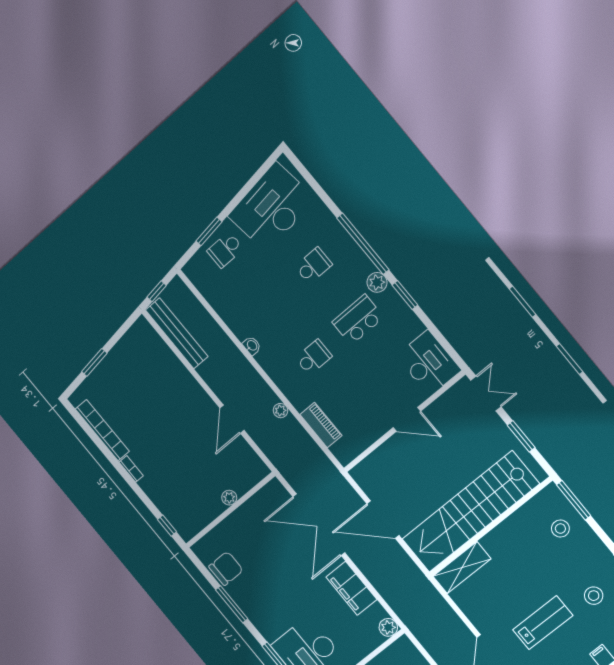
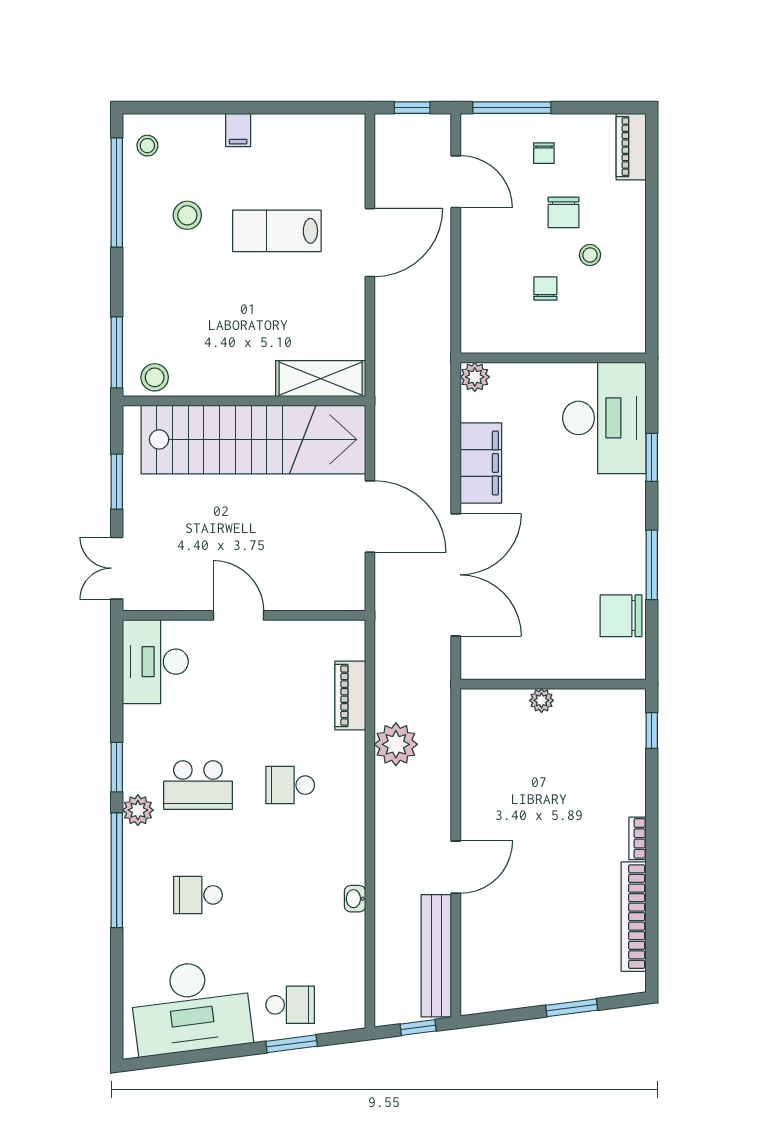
washbasin: (252, 346) -> (355, 899), moved
plant: (281, 411) -> (396, 744), width x1.87, depth x1.87
door: (232, 419) -> (456, 867), moved
stool: (560, 529) -> (155, 377), moved

